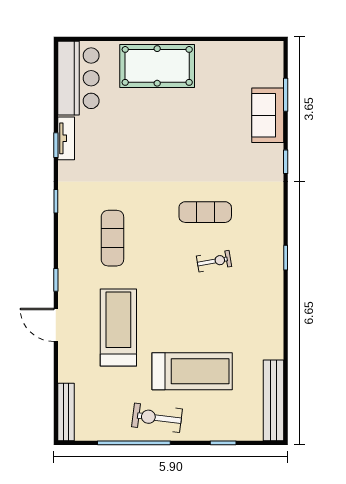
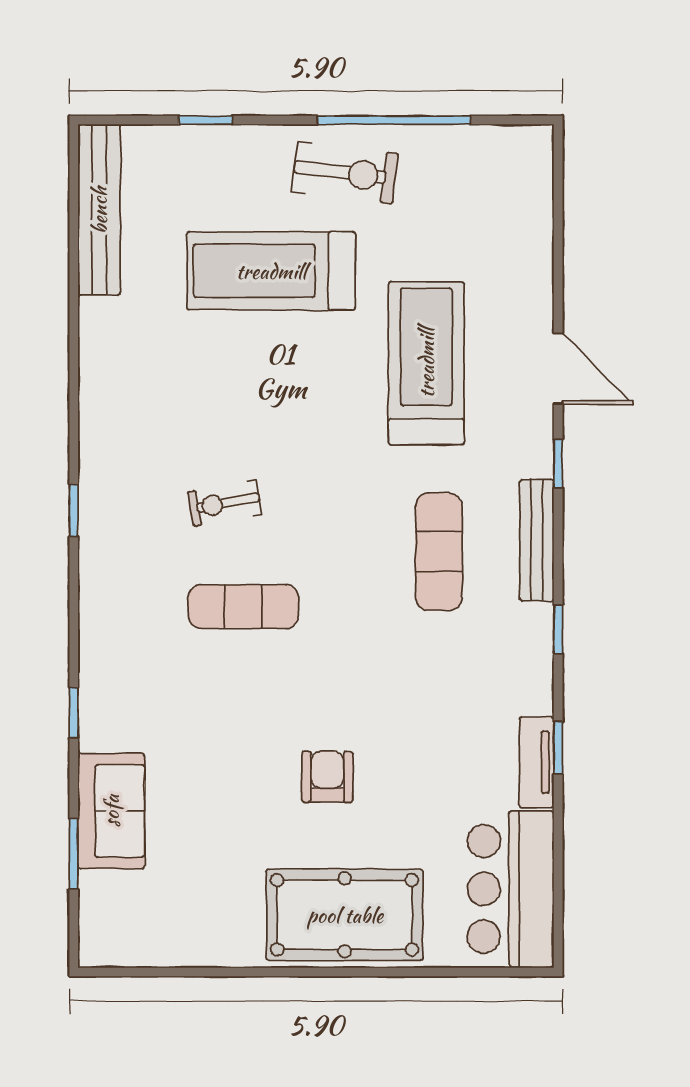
armchair: (165, 131) -> (327, 777), added
treadmill: (118, 327) -> (426, 363), turned 180
bench: (66, 412) -> (537, 540), moved

